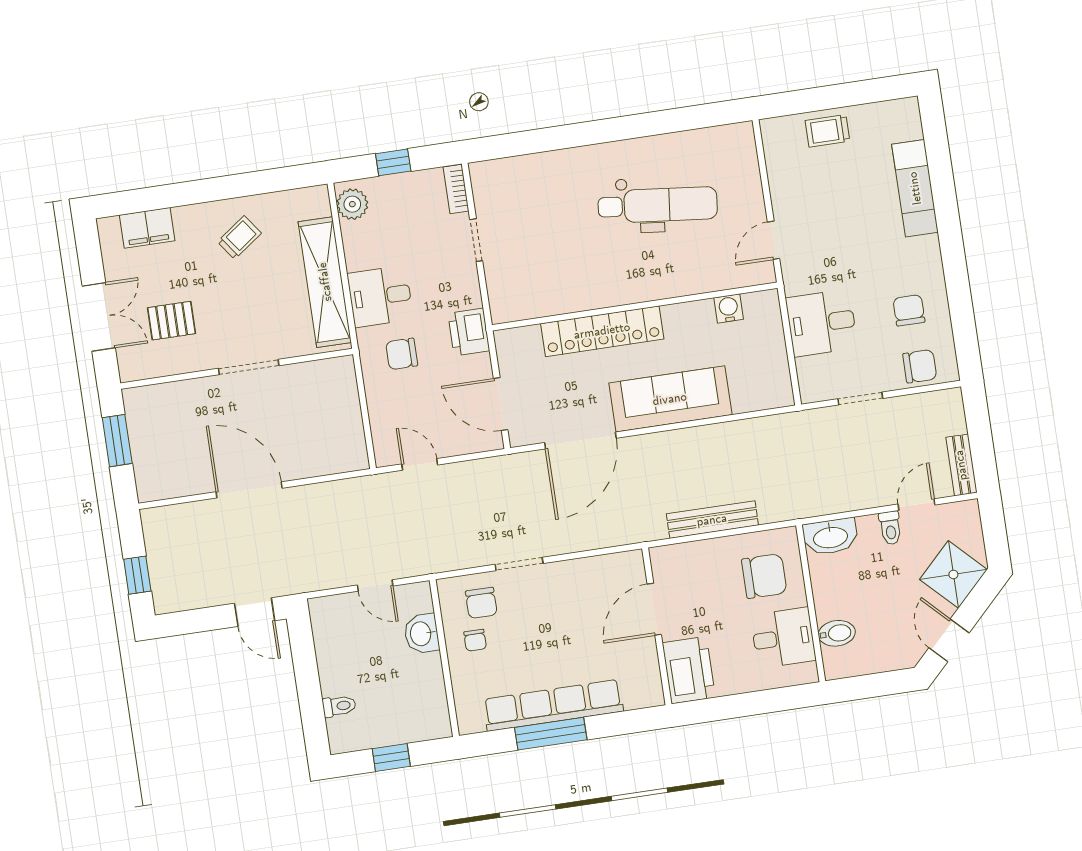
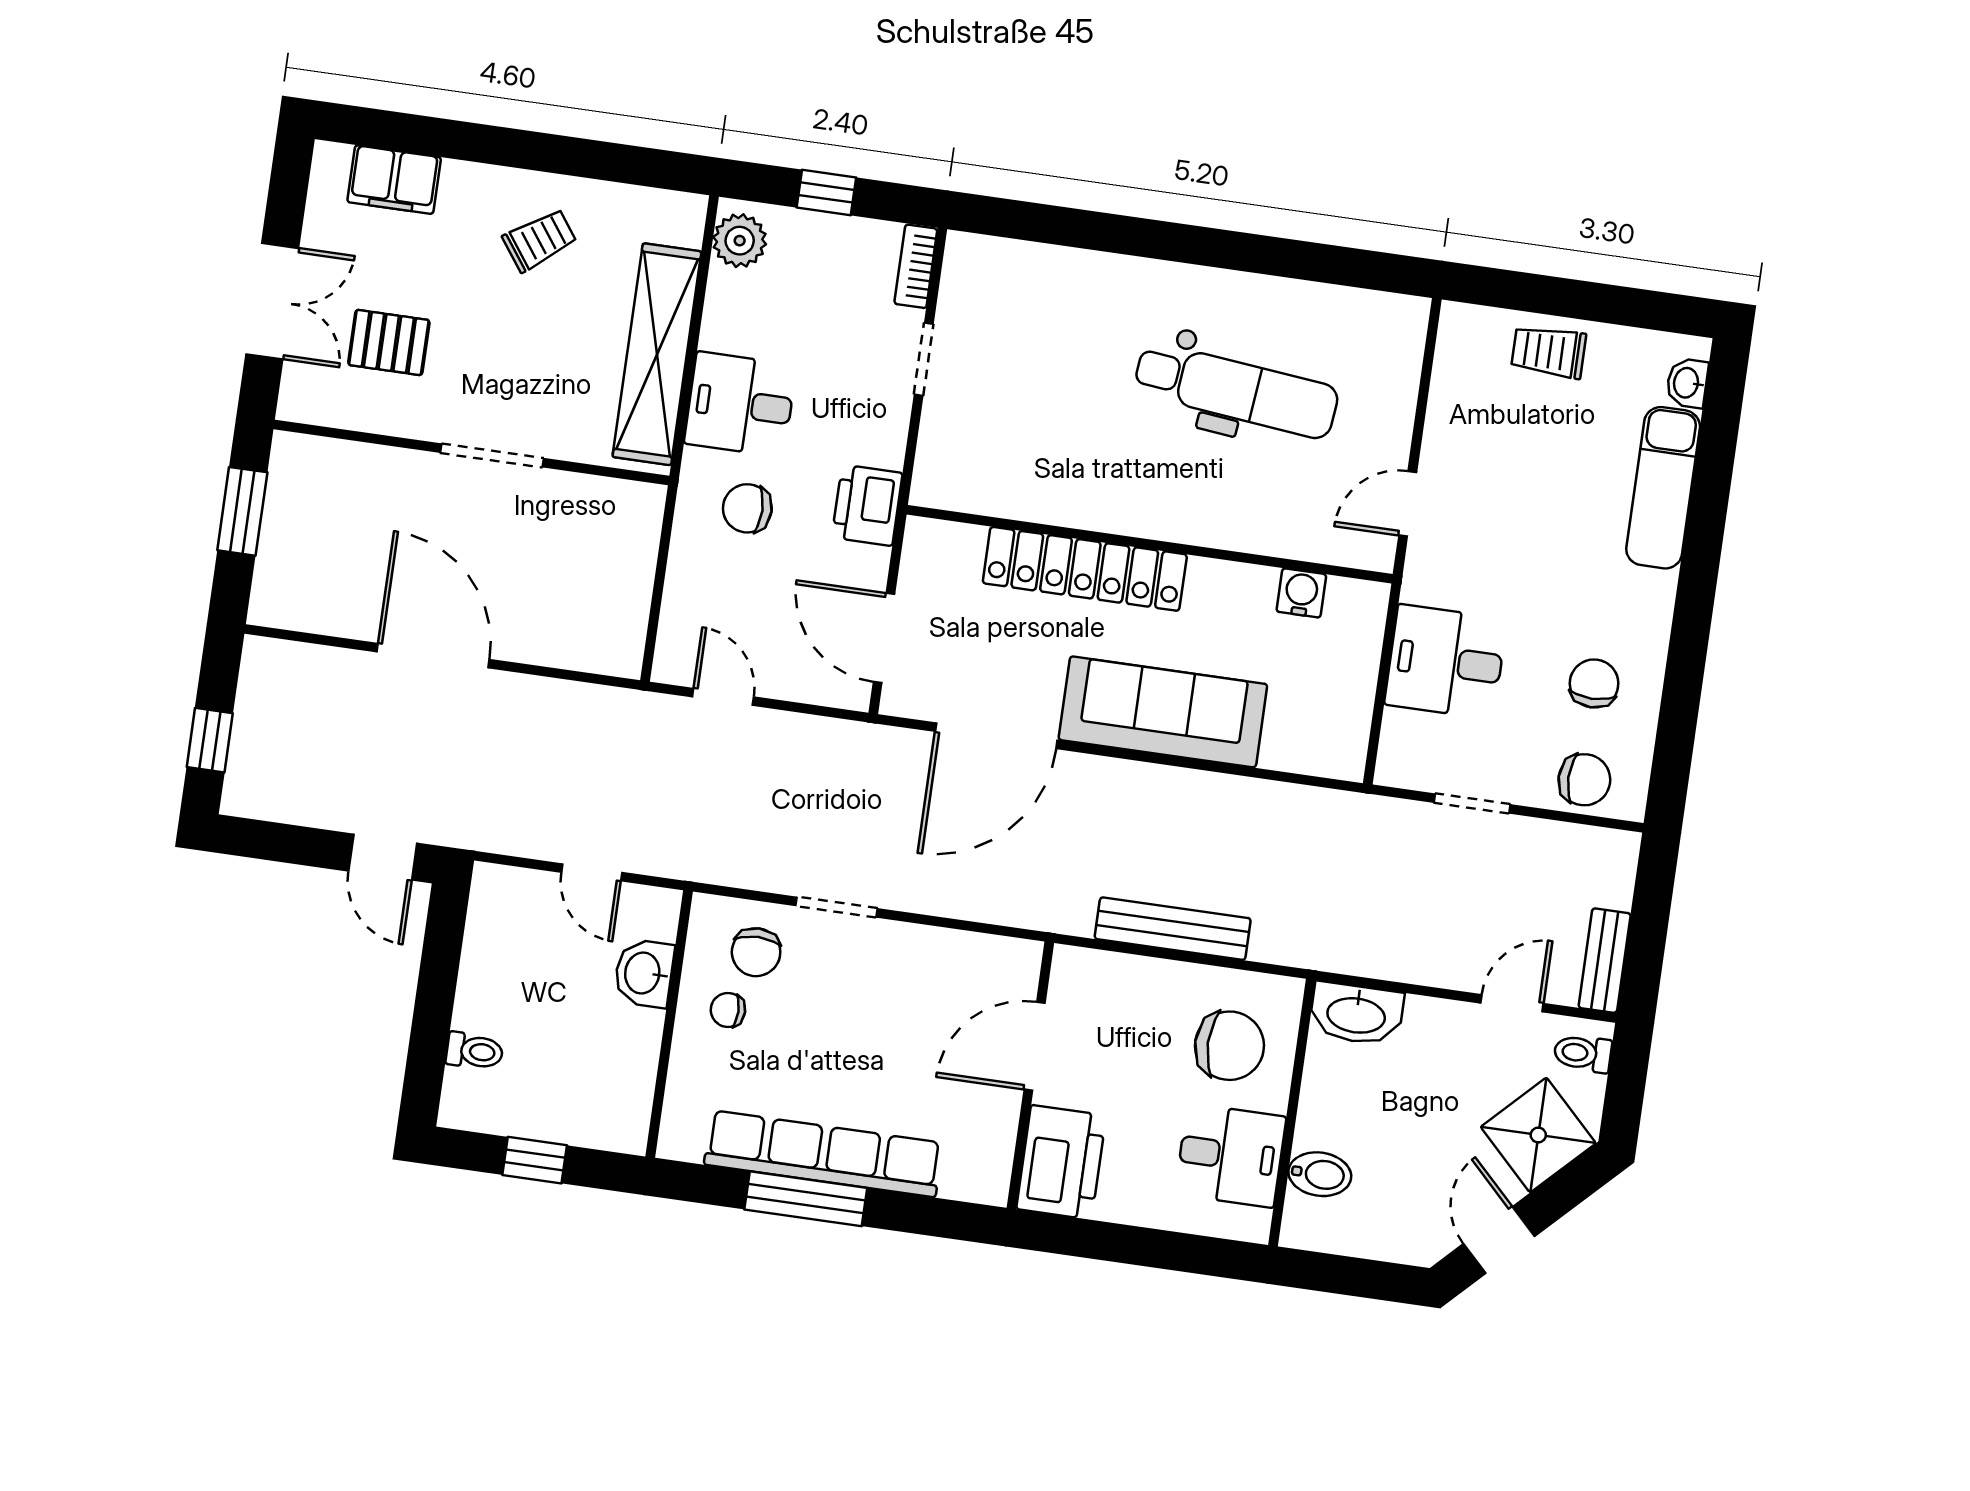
washbasin: (911, 125) -> (1687, 383), added
toilet: (890, 528) -> (1583, 1053), moved, turned 90
chair: (475, 640) -> (728, 1010), turned 90

